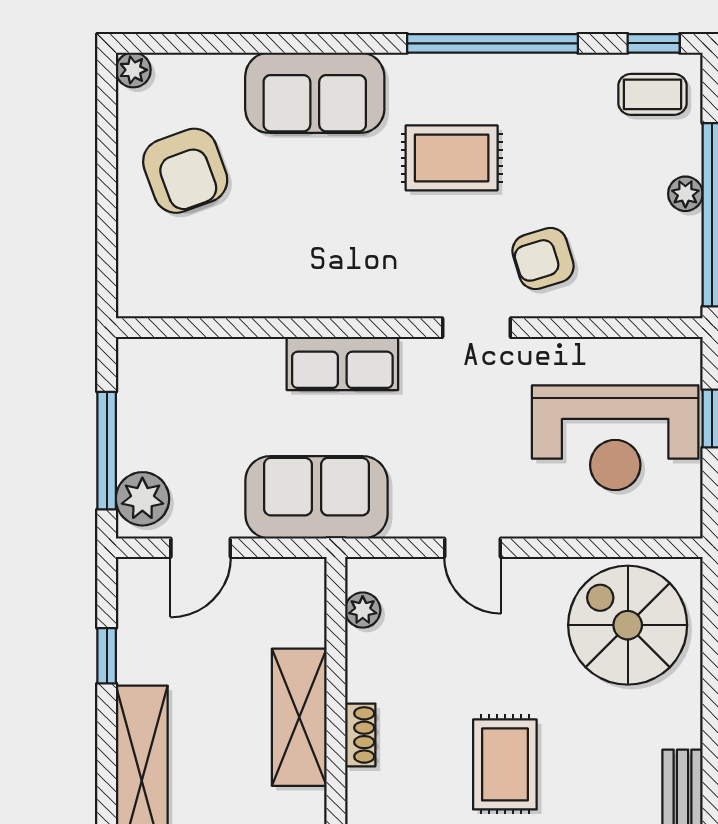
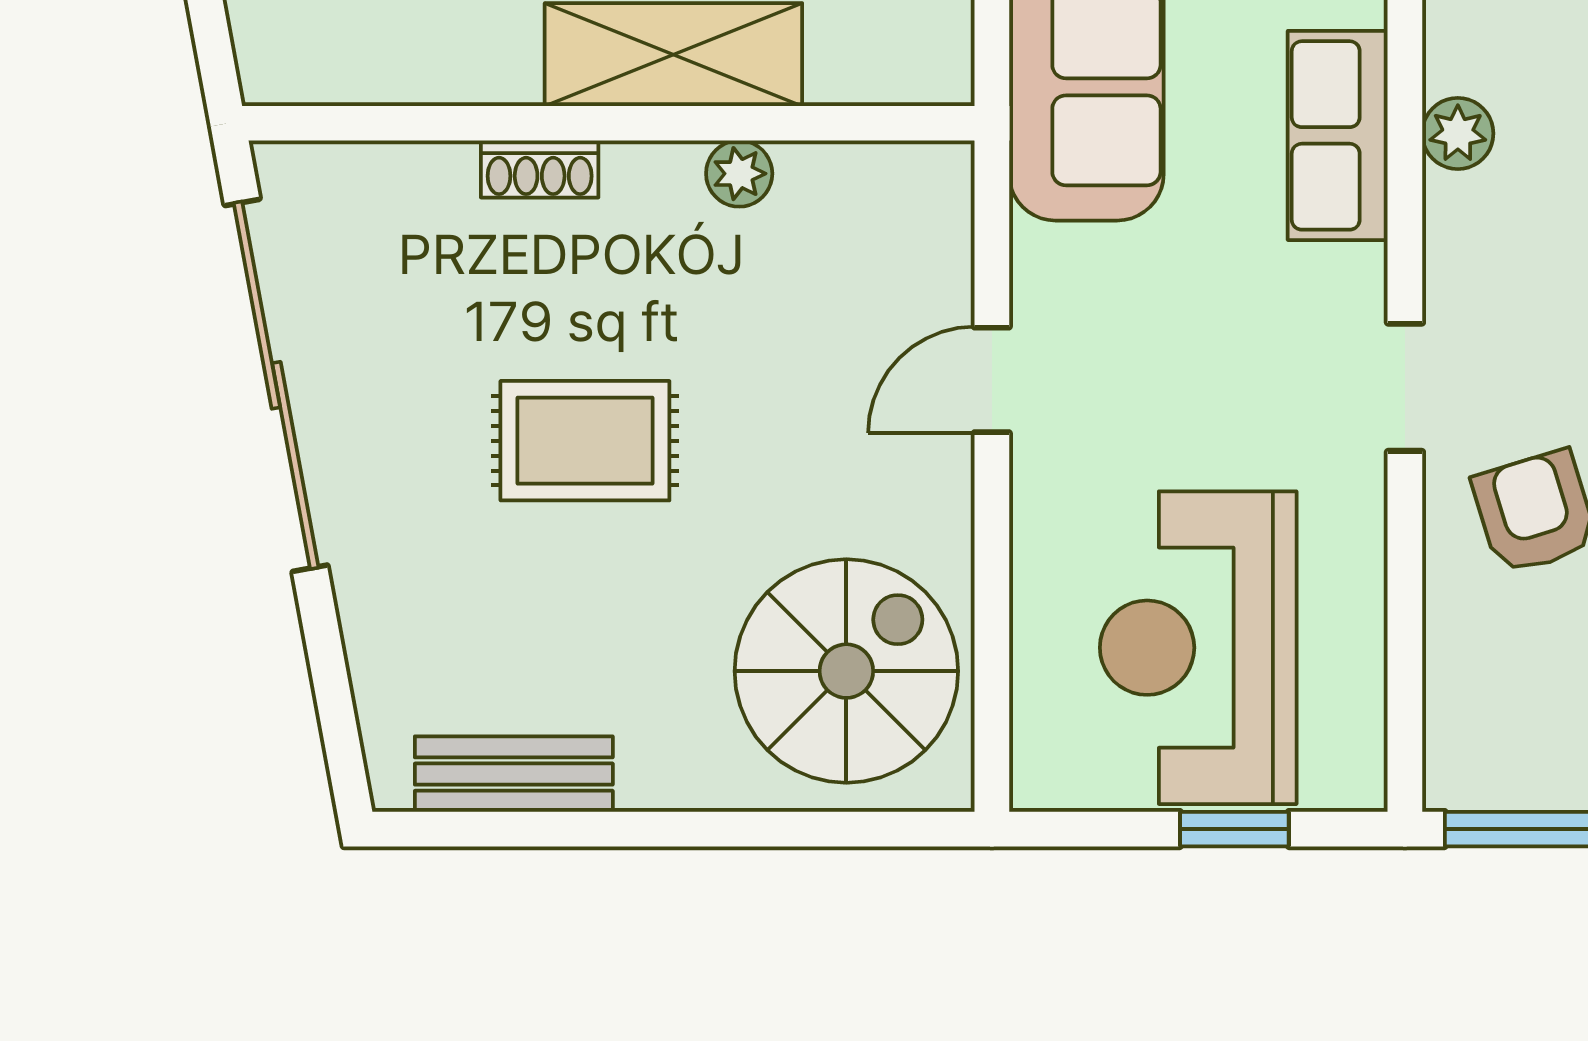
plant: (341, 299) -> (1458, 133), added
plant: (363, 610) -> (739, 174), moved
shoe rack: (360, 735) -> (540, 169), moved

